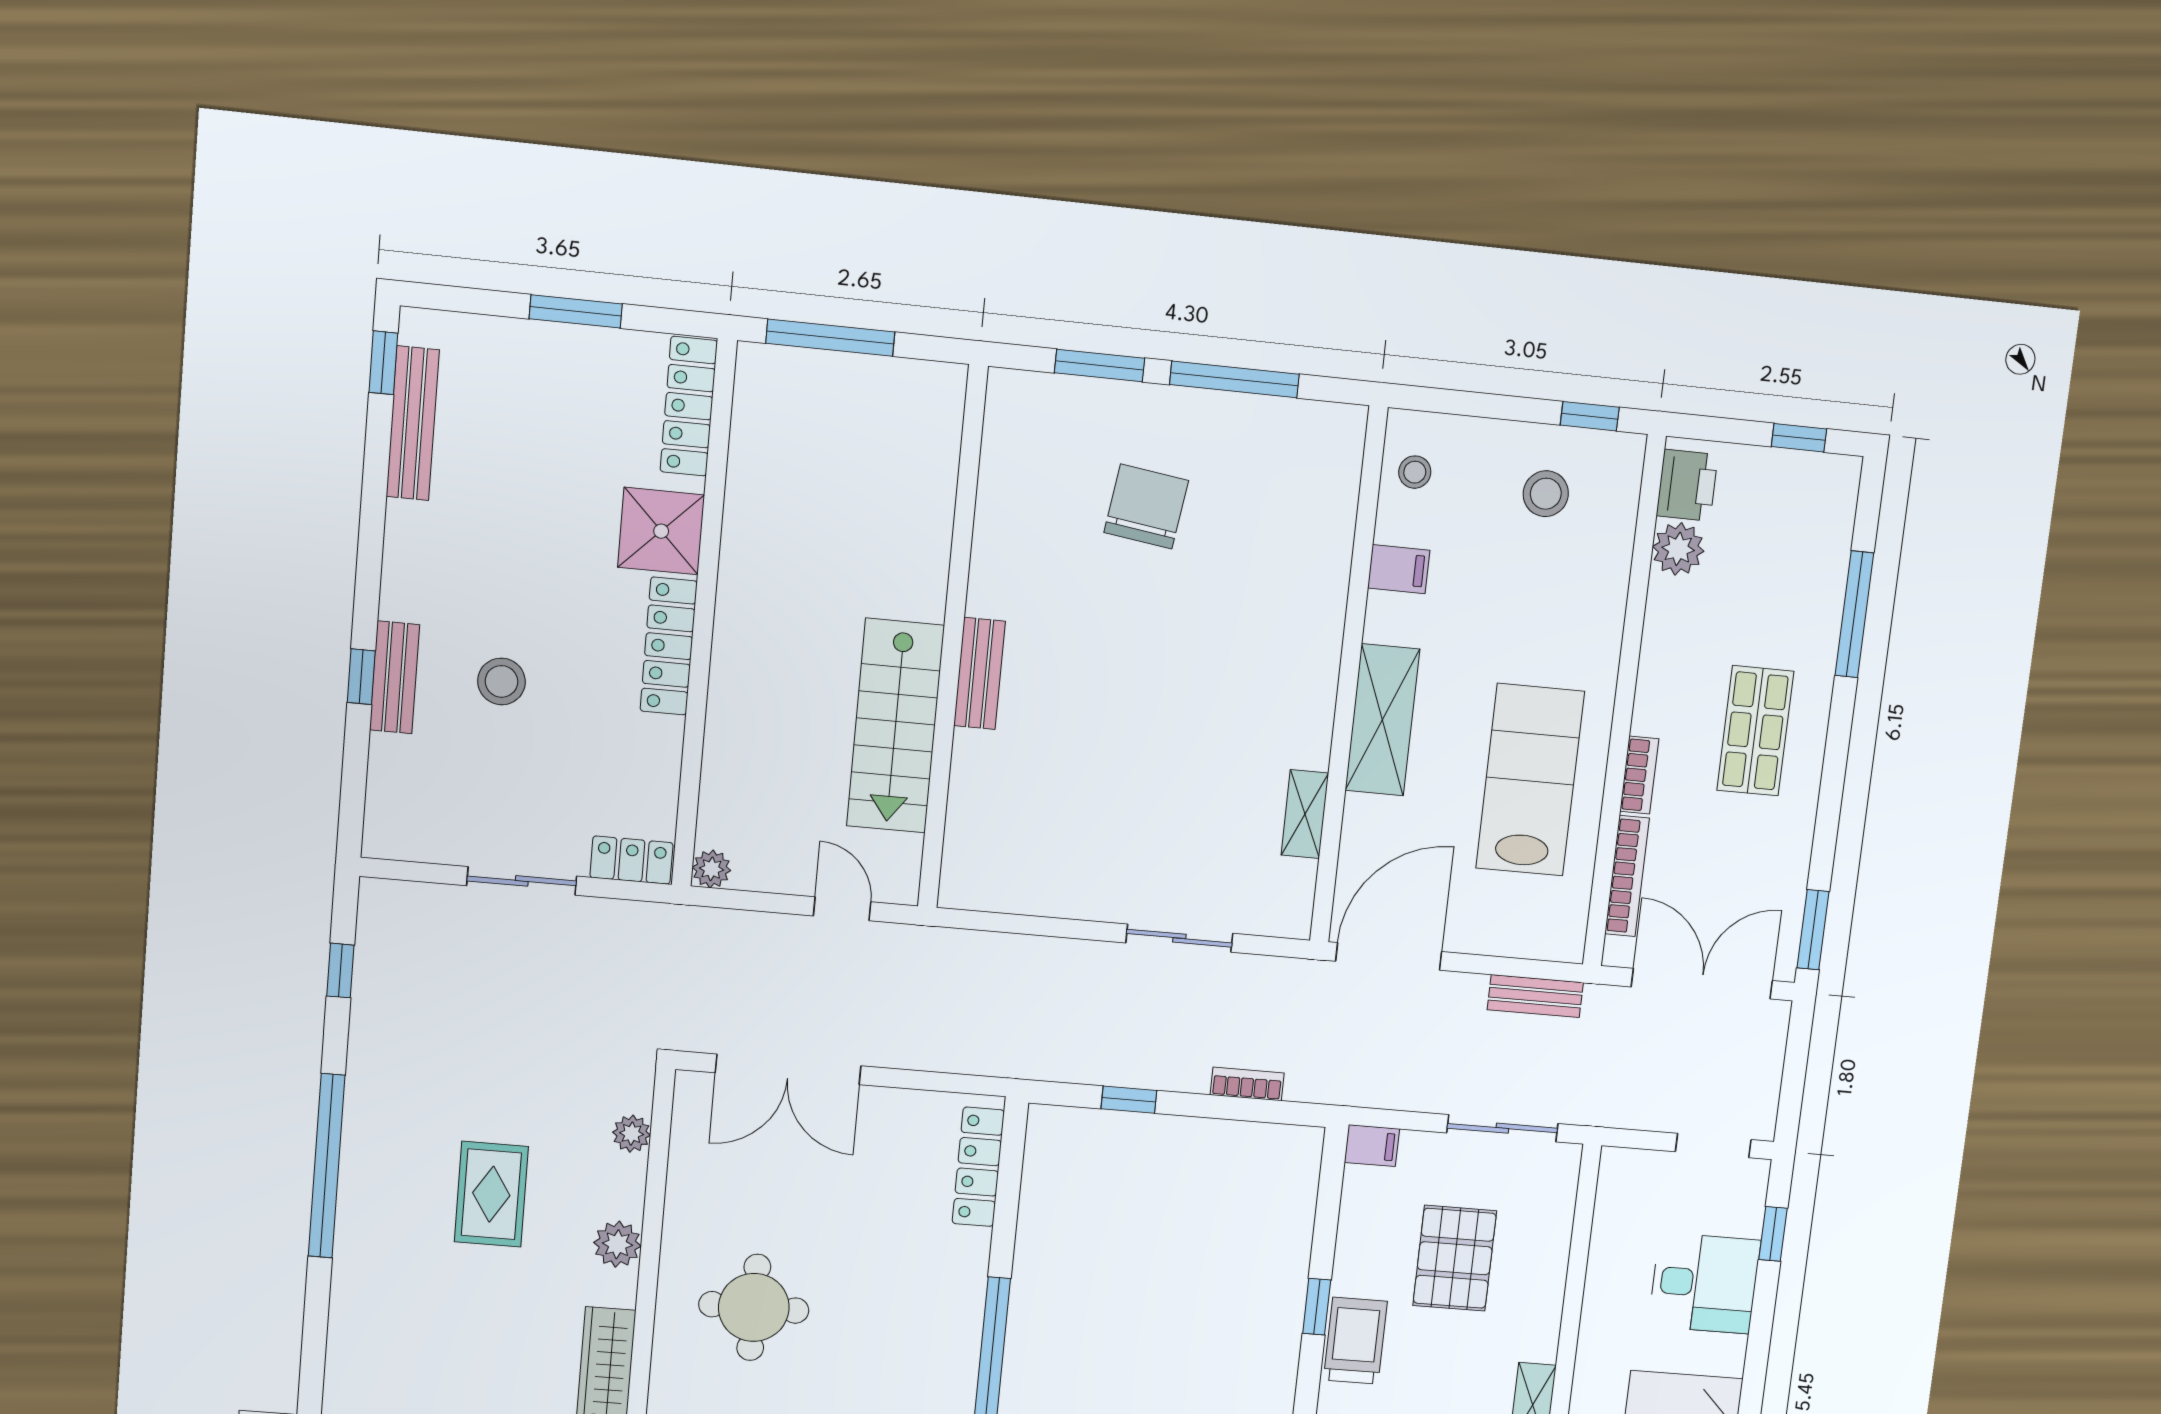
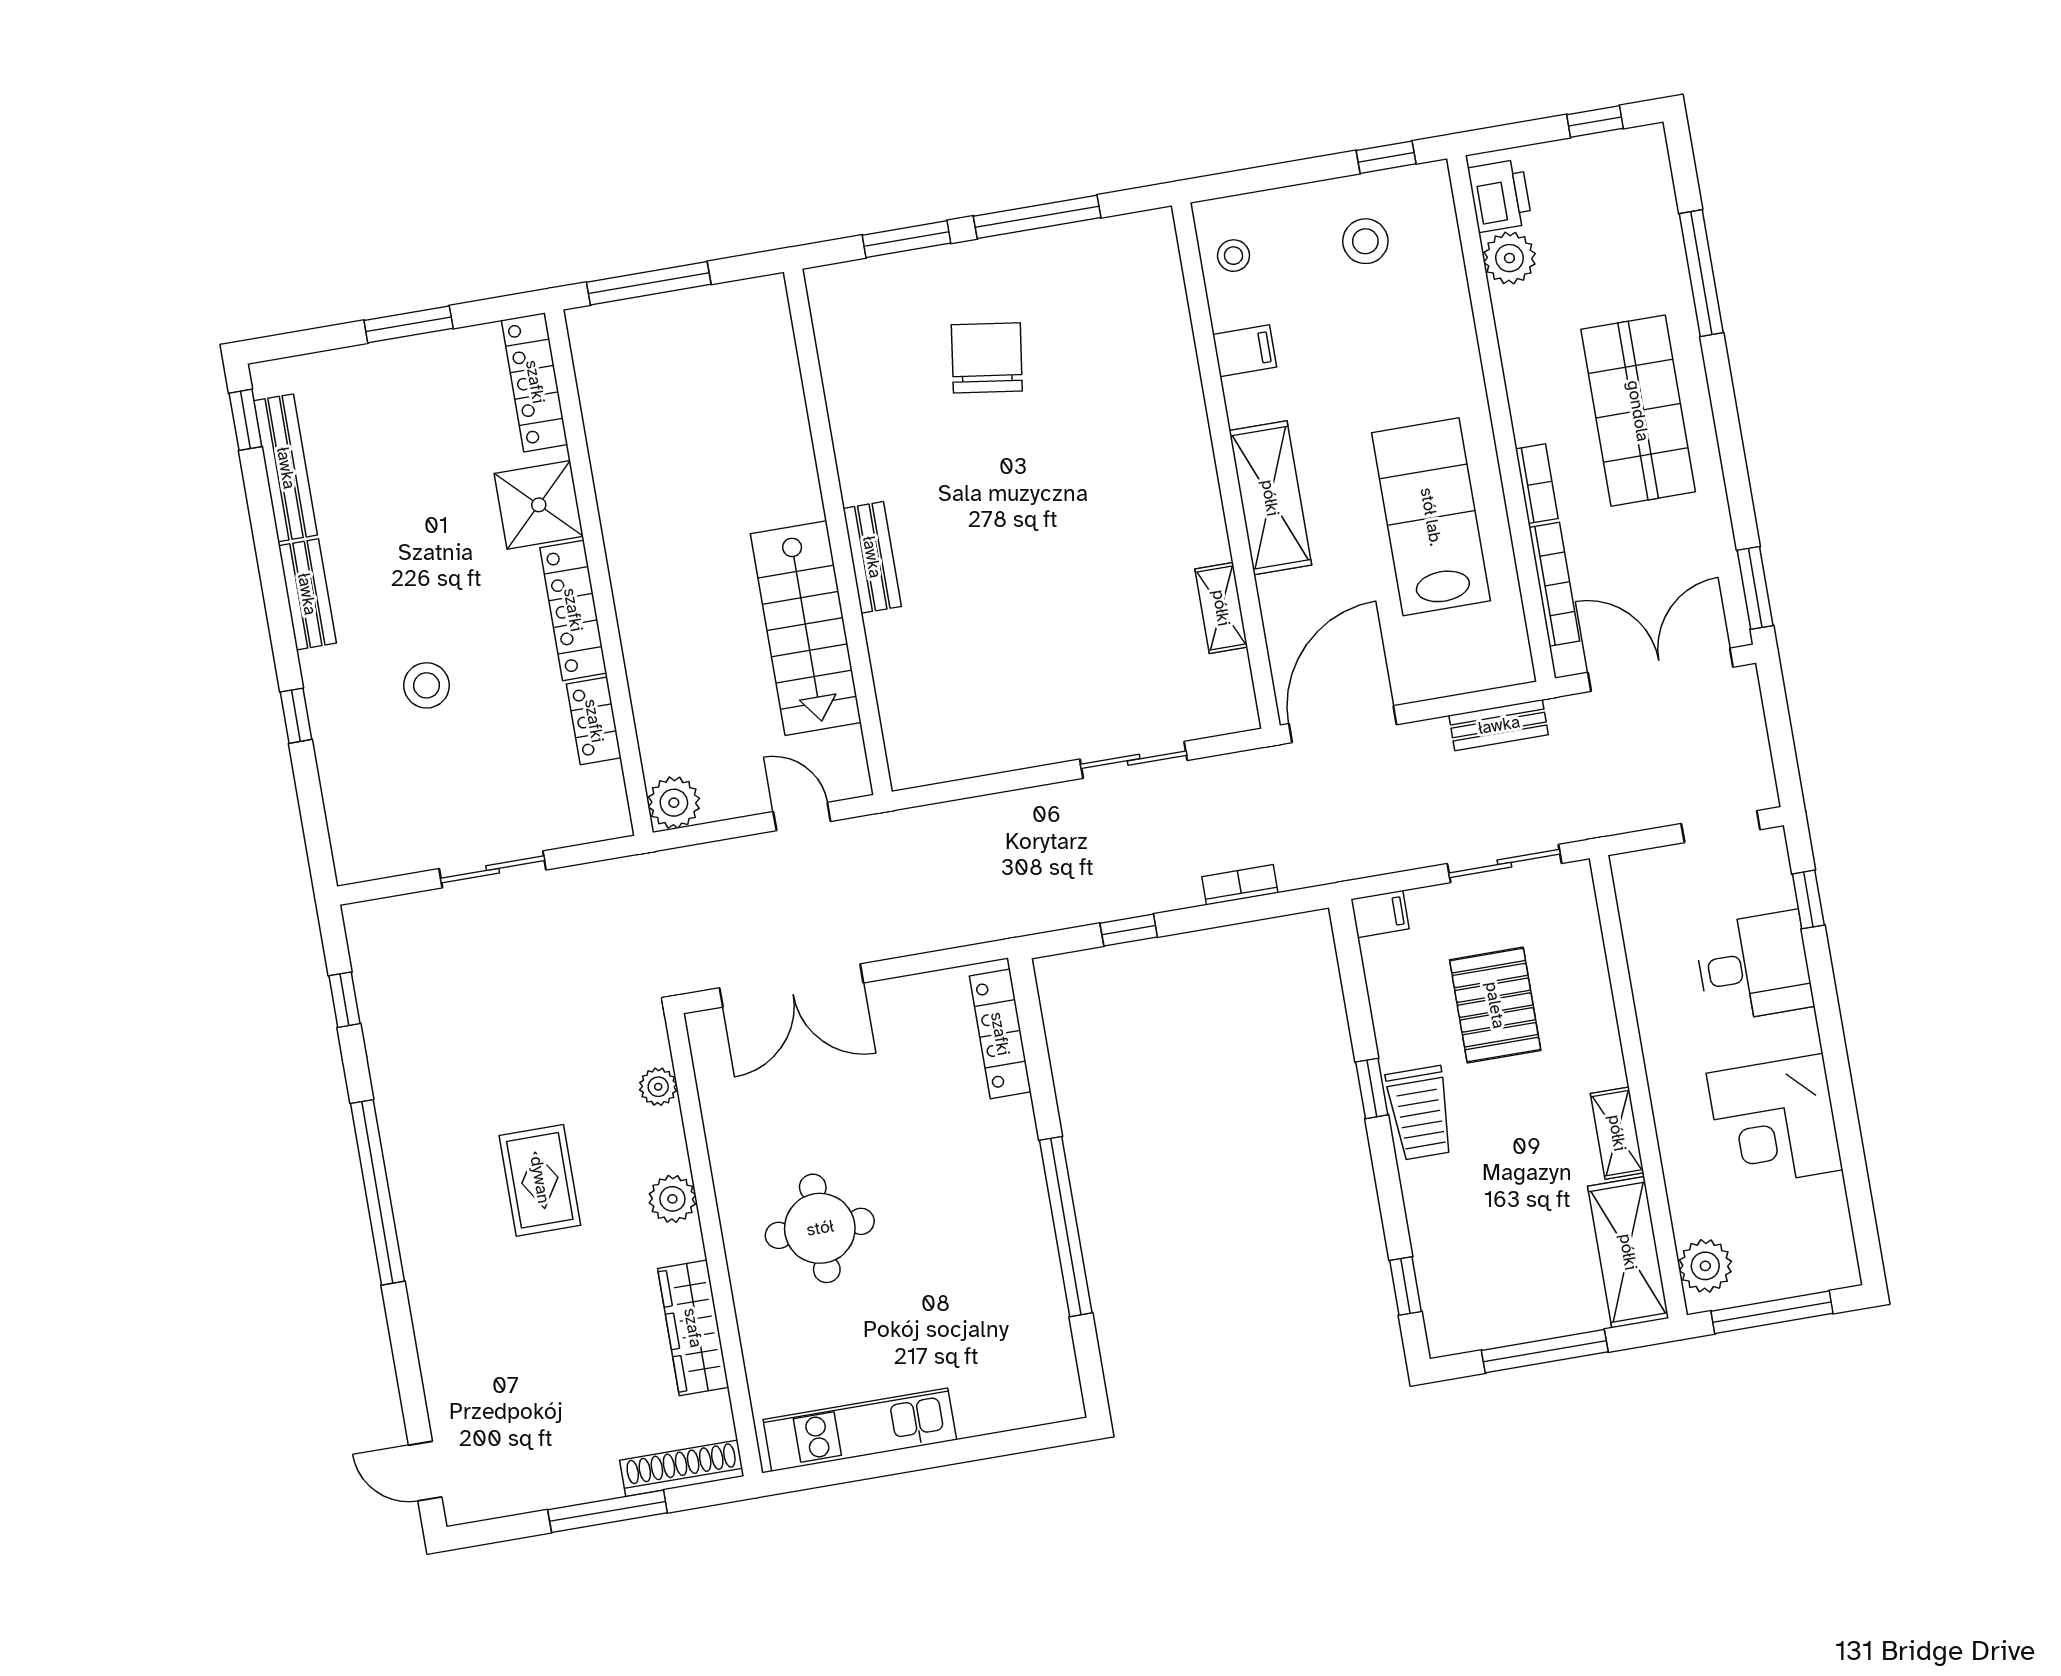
bench: (395, 677) -> (307, 594), moved
shop shelf: (1755, 731) -> (1638, 411), width x1.43, depth x1.36
locker: (631, 860) -> (594, 721), moved, turned -90
plant: (711, 869) -> (674, 803), width x1.38, depth x1.38
trolley: (1355, 1341) -> (1420, 1113), turned 180

